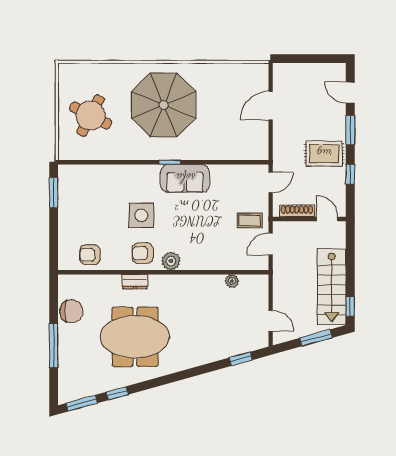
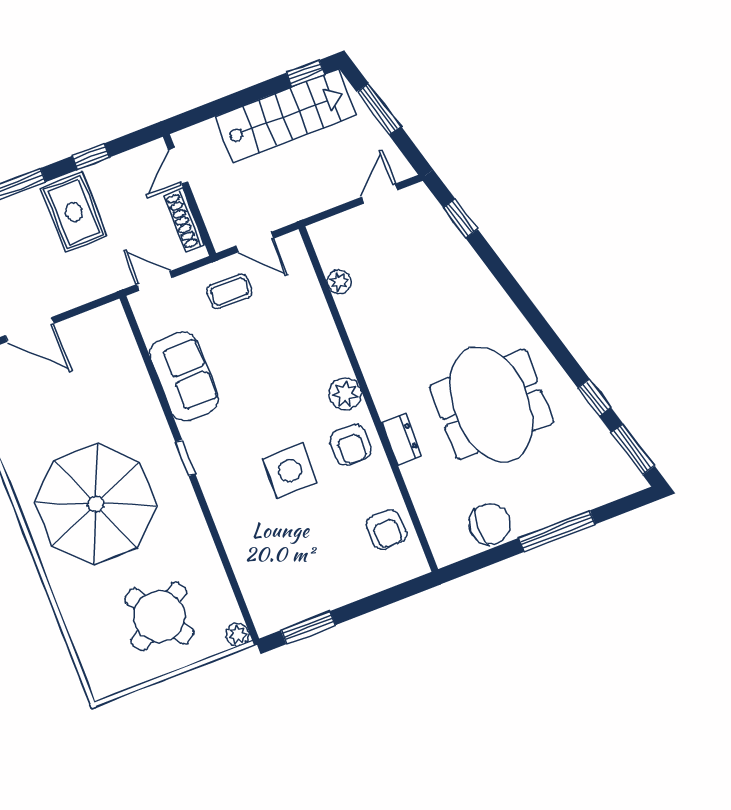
round table: (91, 116) -> (159, 616), turned 30
plant: (64, 154) -> (238, 635), added
sofa: (185, 178) -> (184, 376), moved
coffee table: (250, 220) -> (229, 291), turned 90
chair: (71, 311) -> (490, 524), turned 90

